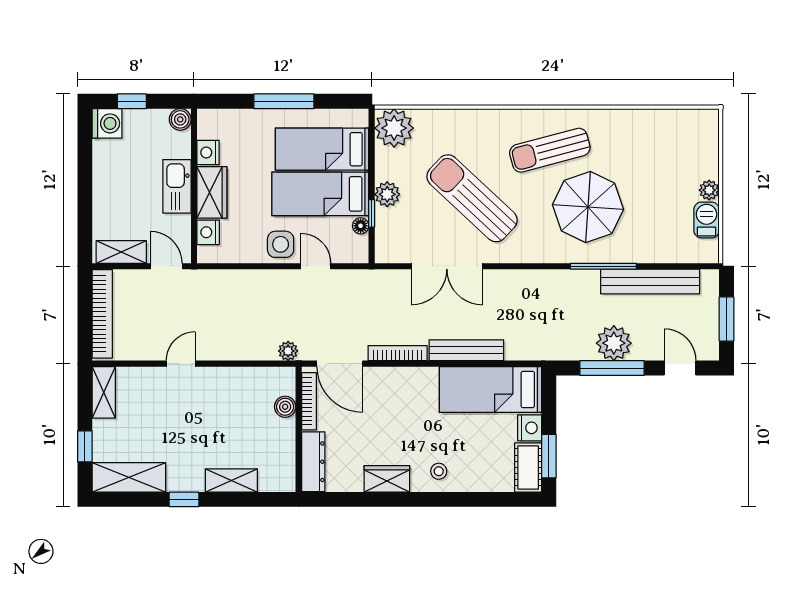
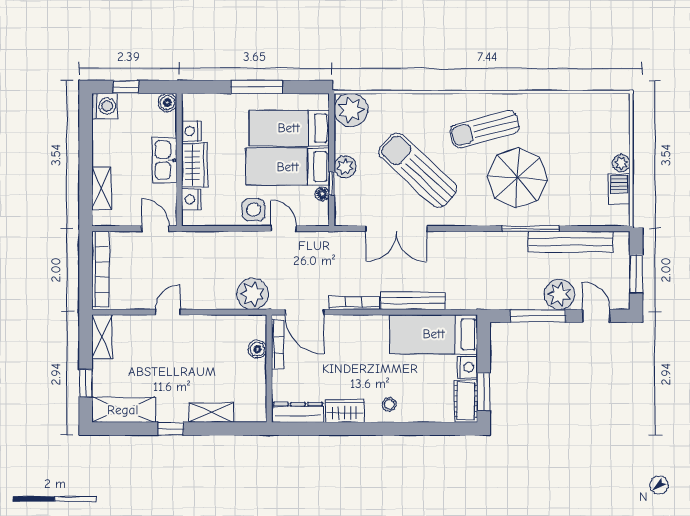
shelving: (121, 252) -> (102, 188), moved, turned 90
plant: (614, 343) -> (559, 295), moved
plant: (288, 351) -> (253, 294), width x1.87, depth x1.87
dresser: (313, 462) -> (298, 412), moved, turned -90

